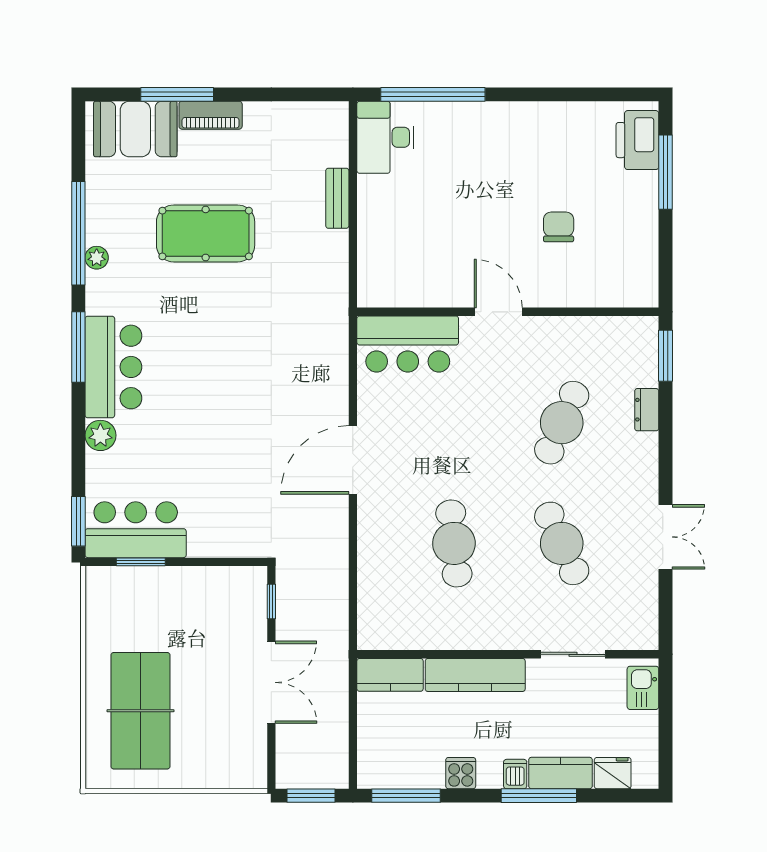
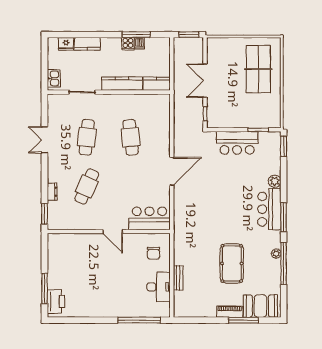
desk: (385, 137) -> (159, 287), moved
chair: (559, 227) -> (153, 253), moved
pool table: (206, 233) -> (232, 263), turned 90
bar counter: (136, 530) -> (237, 143), moved
cafe table: (562, 543) -> (87, 137), turned 30
dishwasher: (515, 774) -> (140, 43), moved
window: (406, 796) -> (136, 35), moved
window: (539, 796) -> (96, 35), removed

